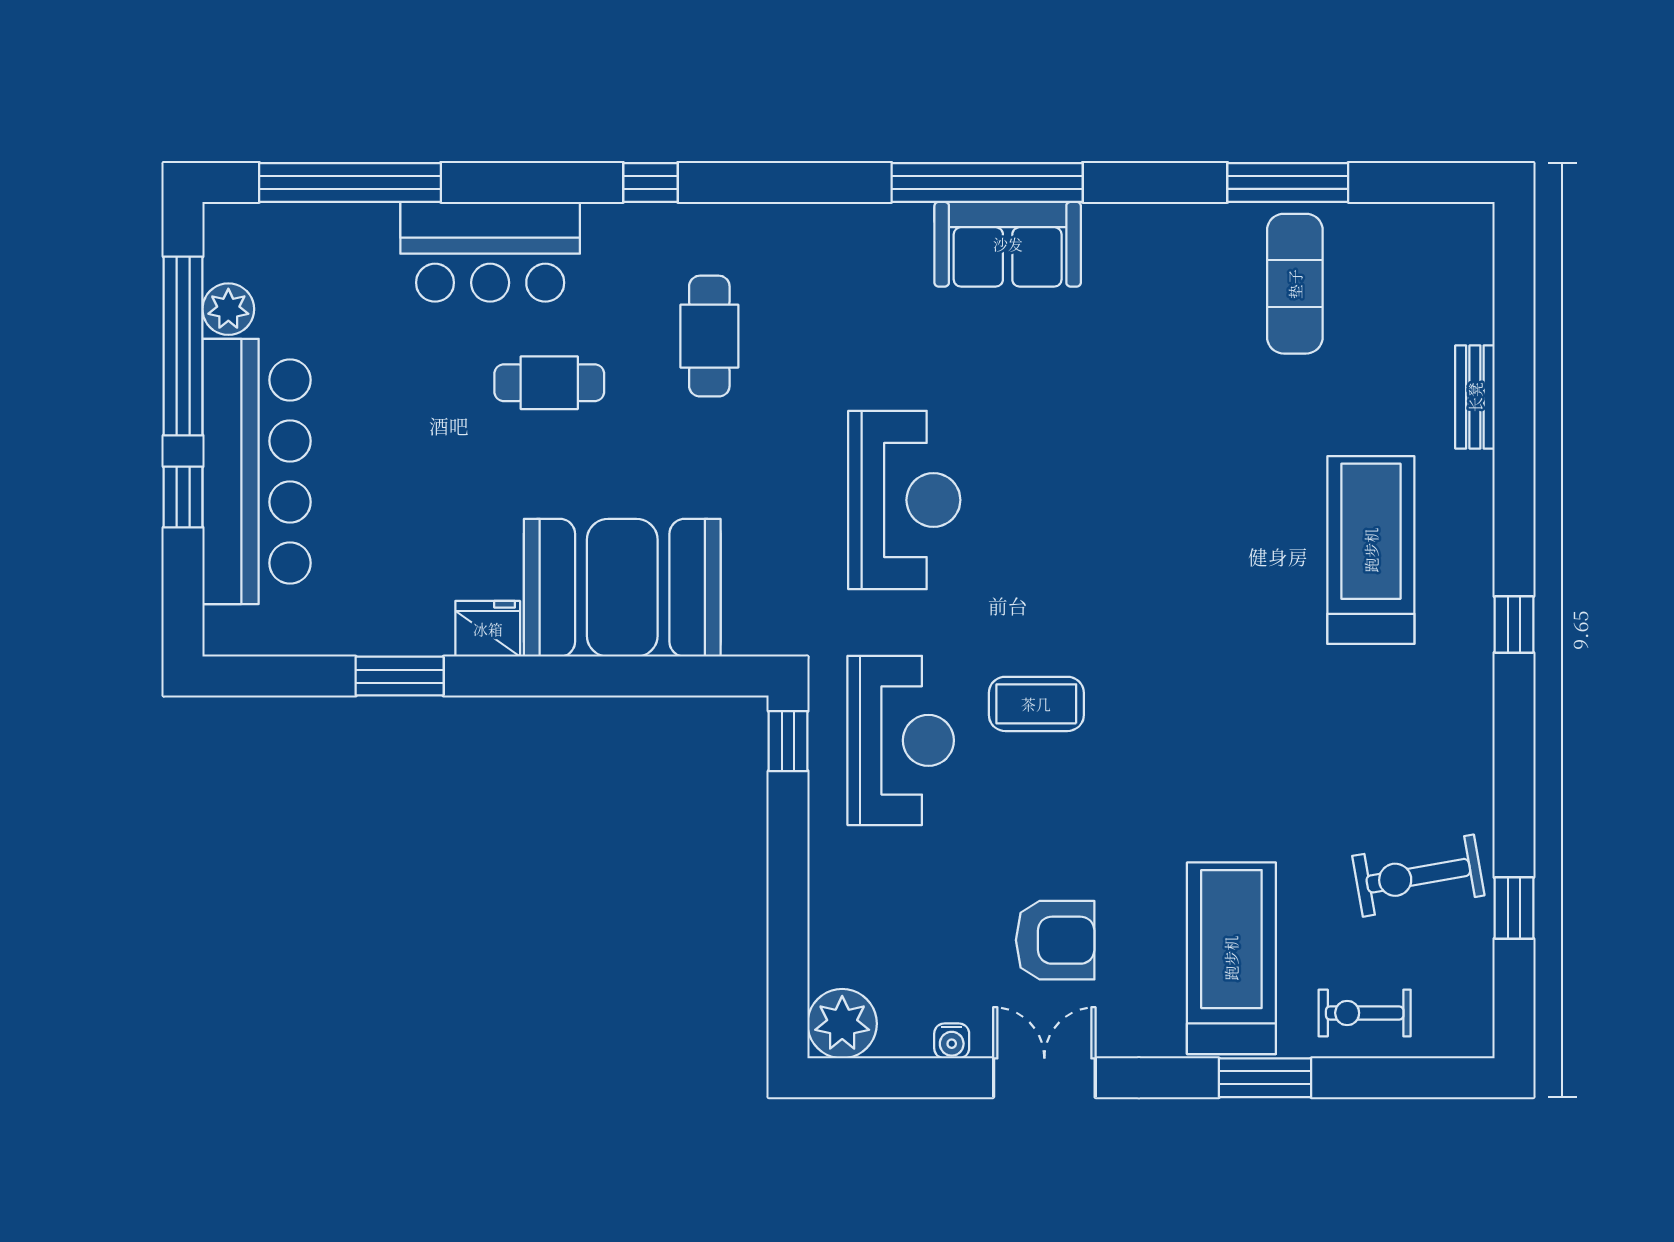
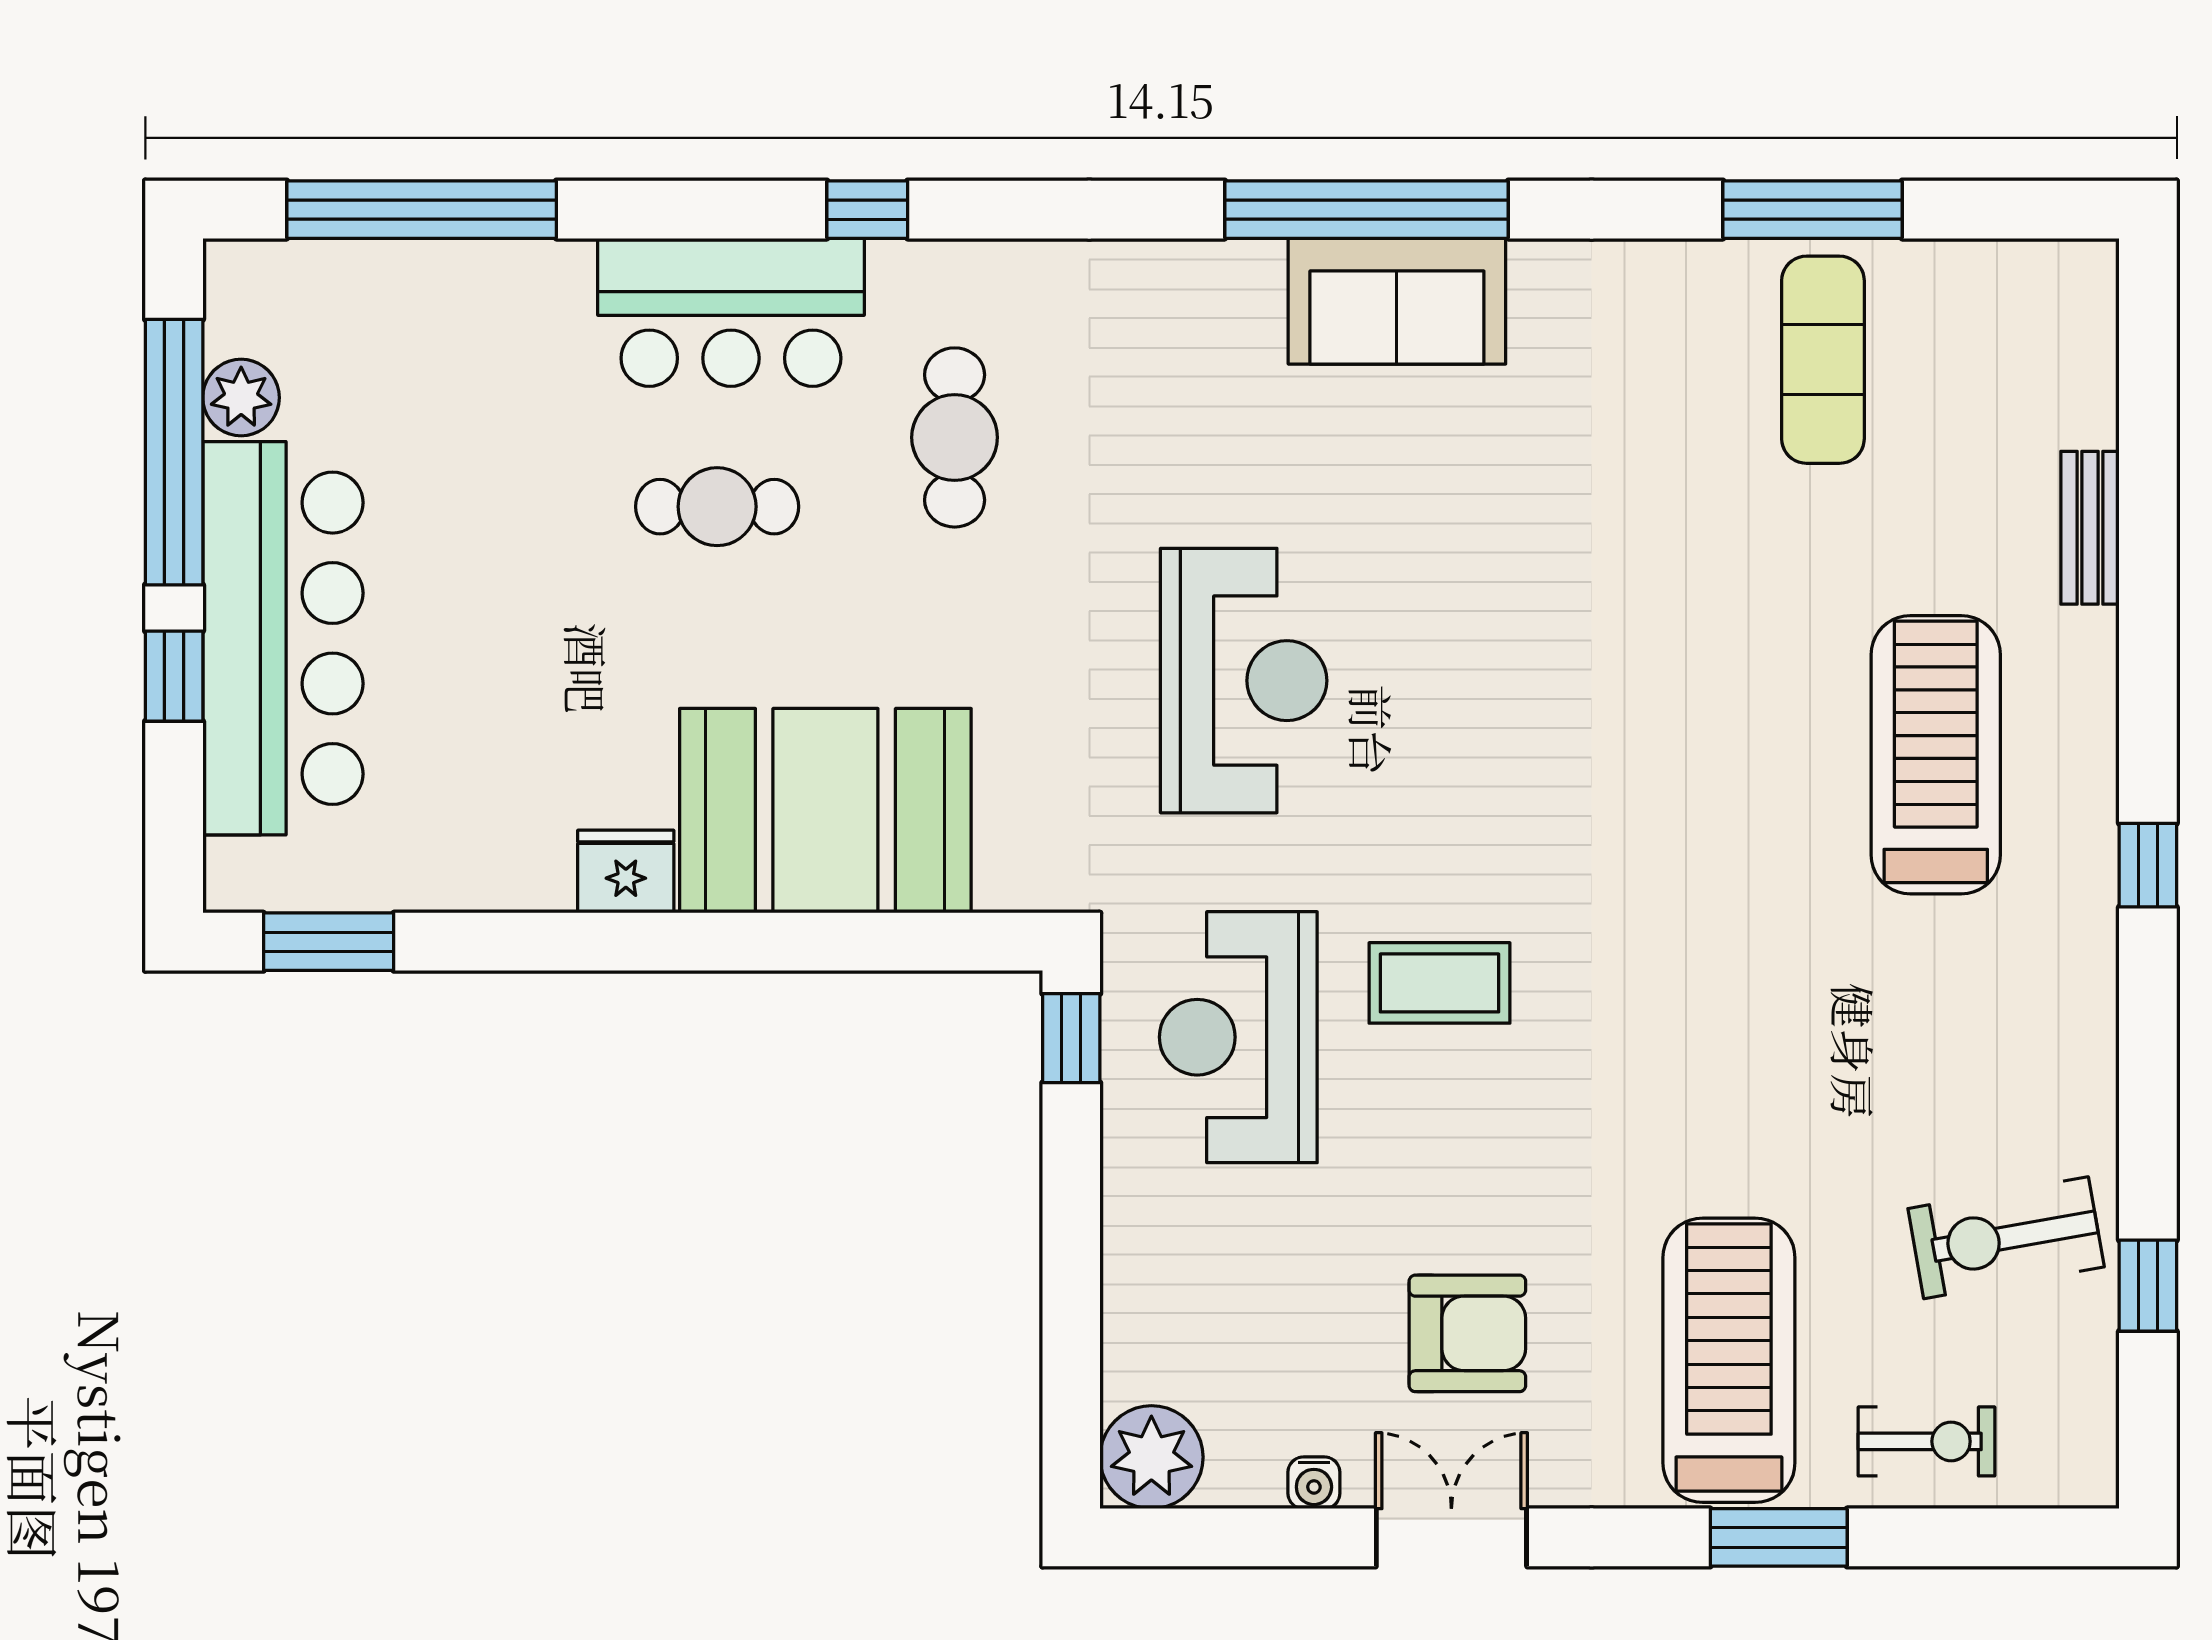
bar counter: (490, 252) -> (731, 312), moved
window: (400, 676) -> (329, 942), moved
reception desk: (901, 740) -> (1238, 1037), turned 180
exercise bike: (1365, 1013) -> (1926, 1441), turned 180

